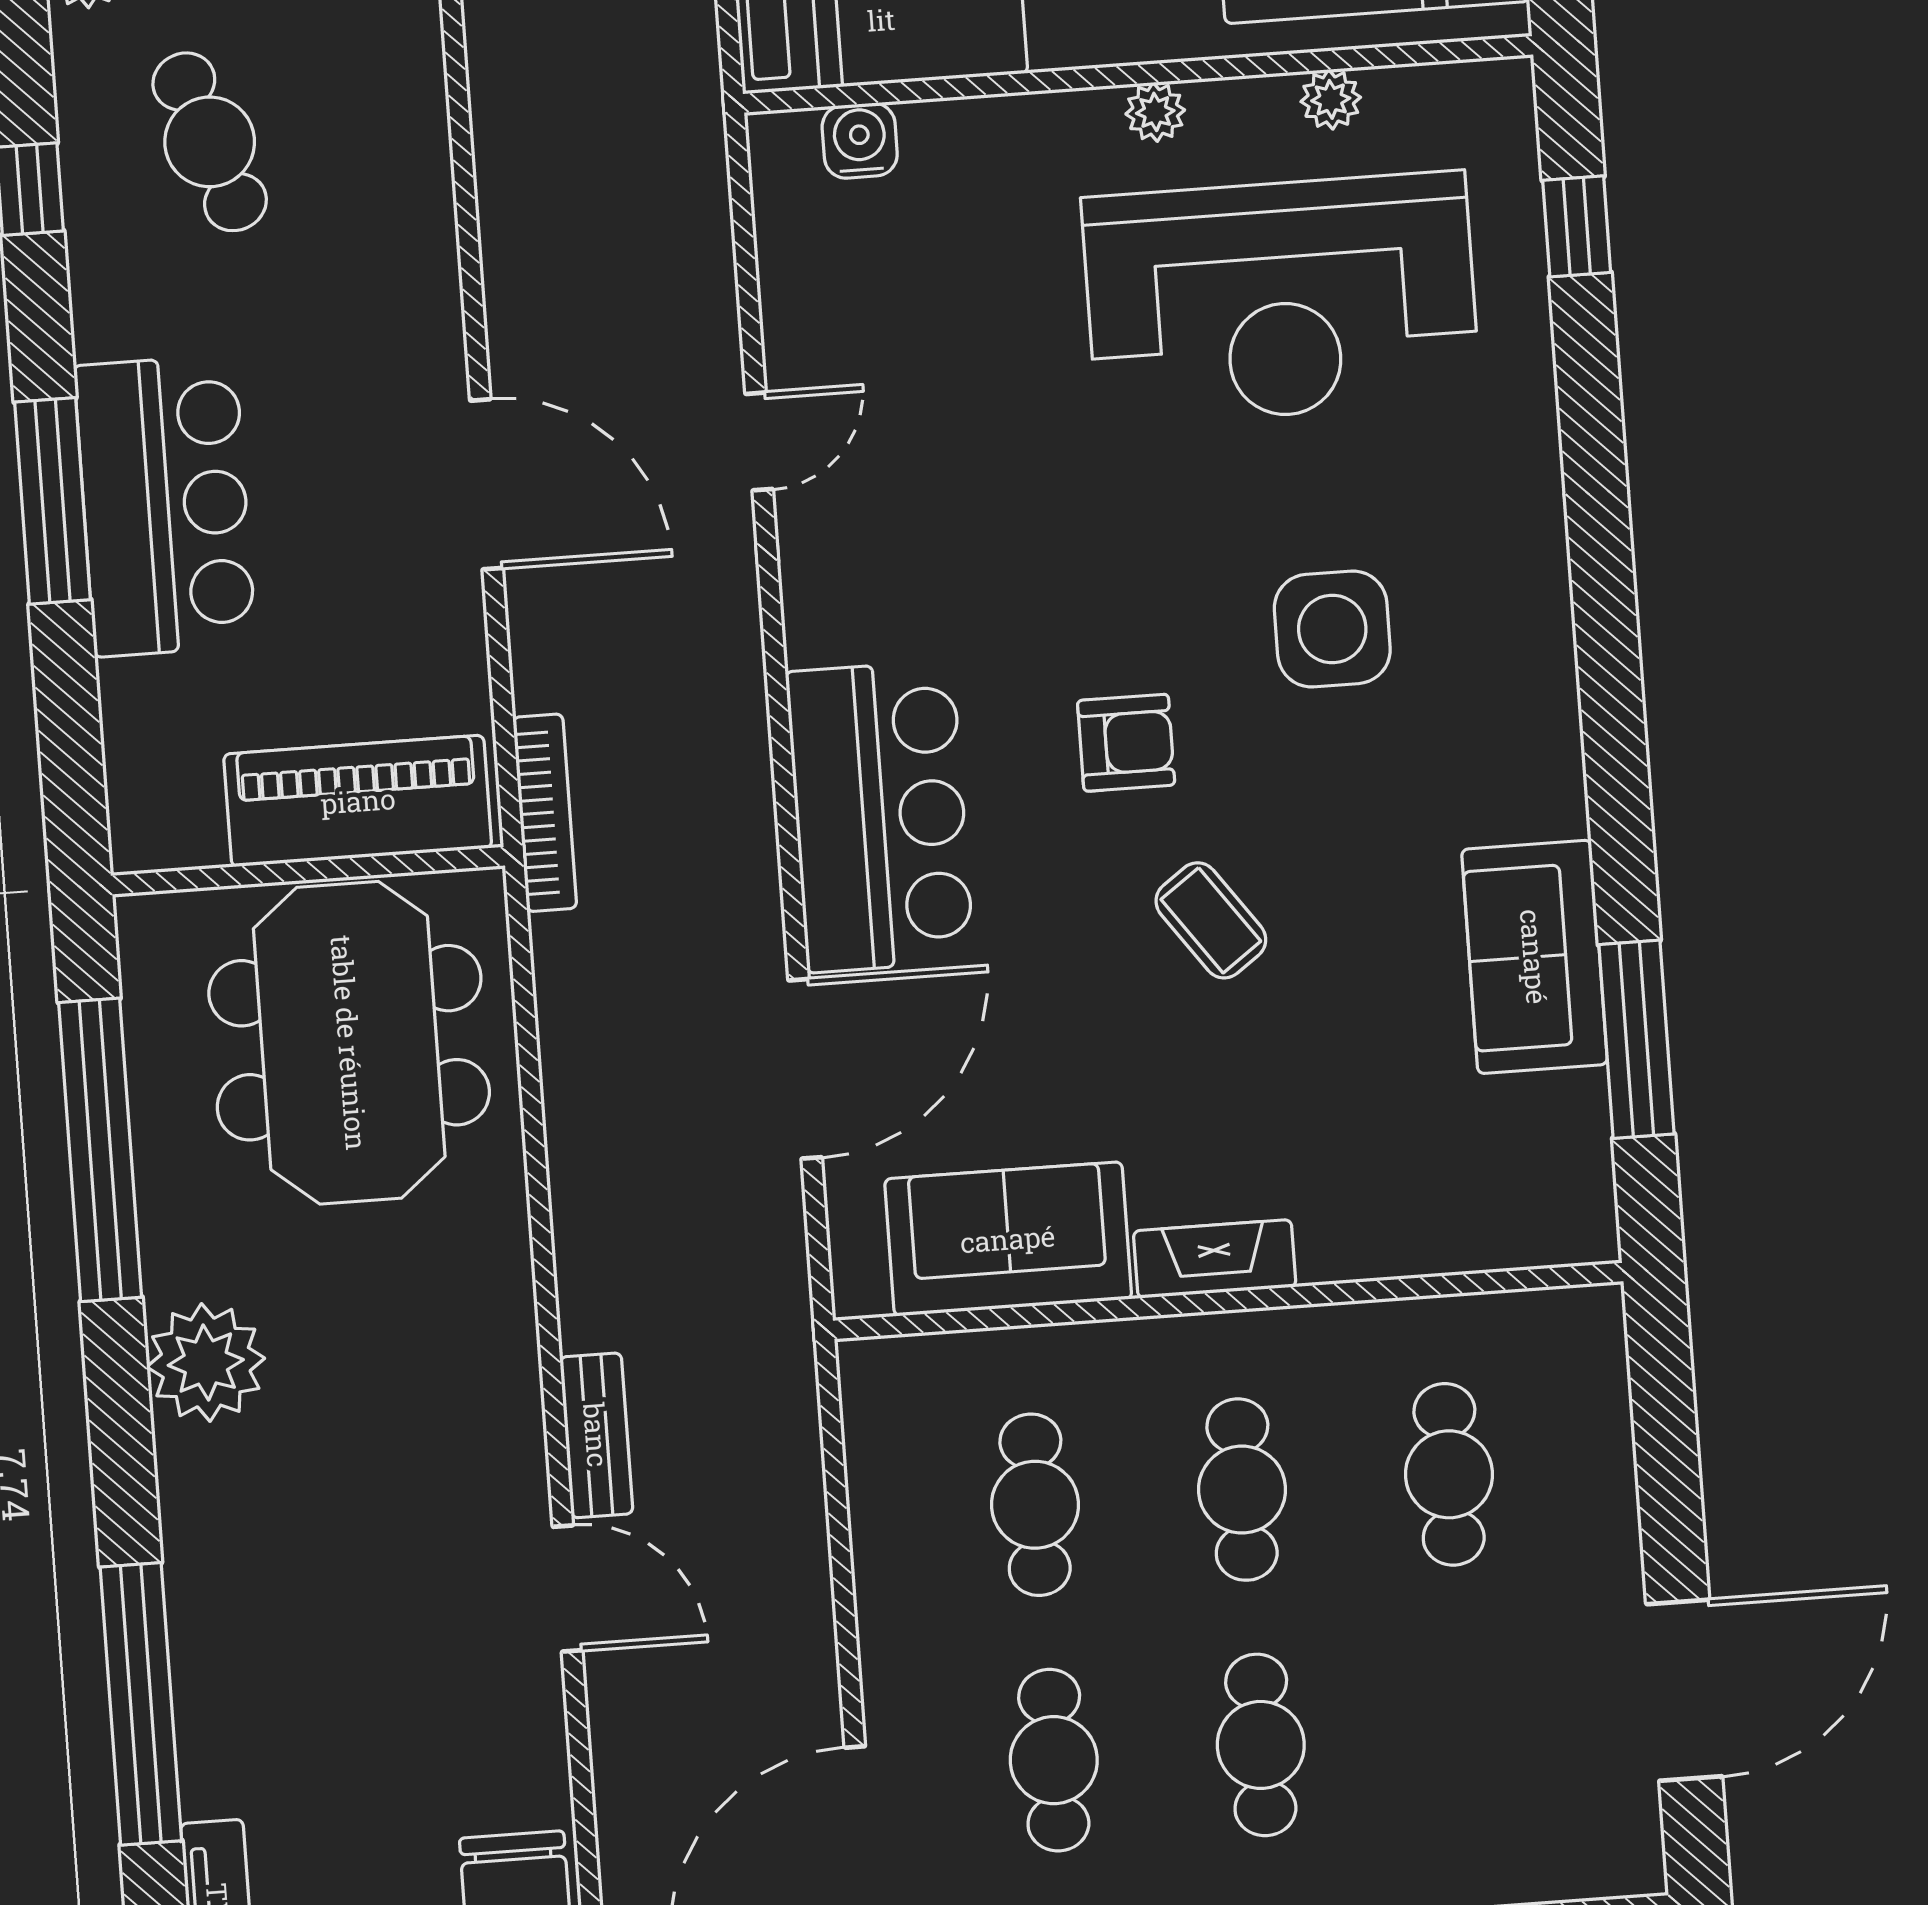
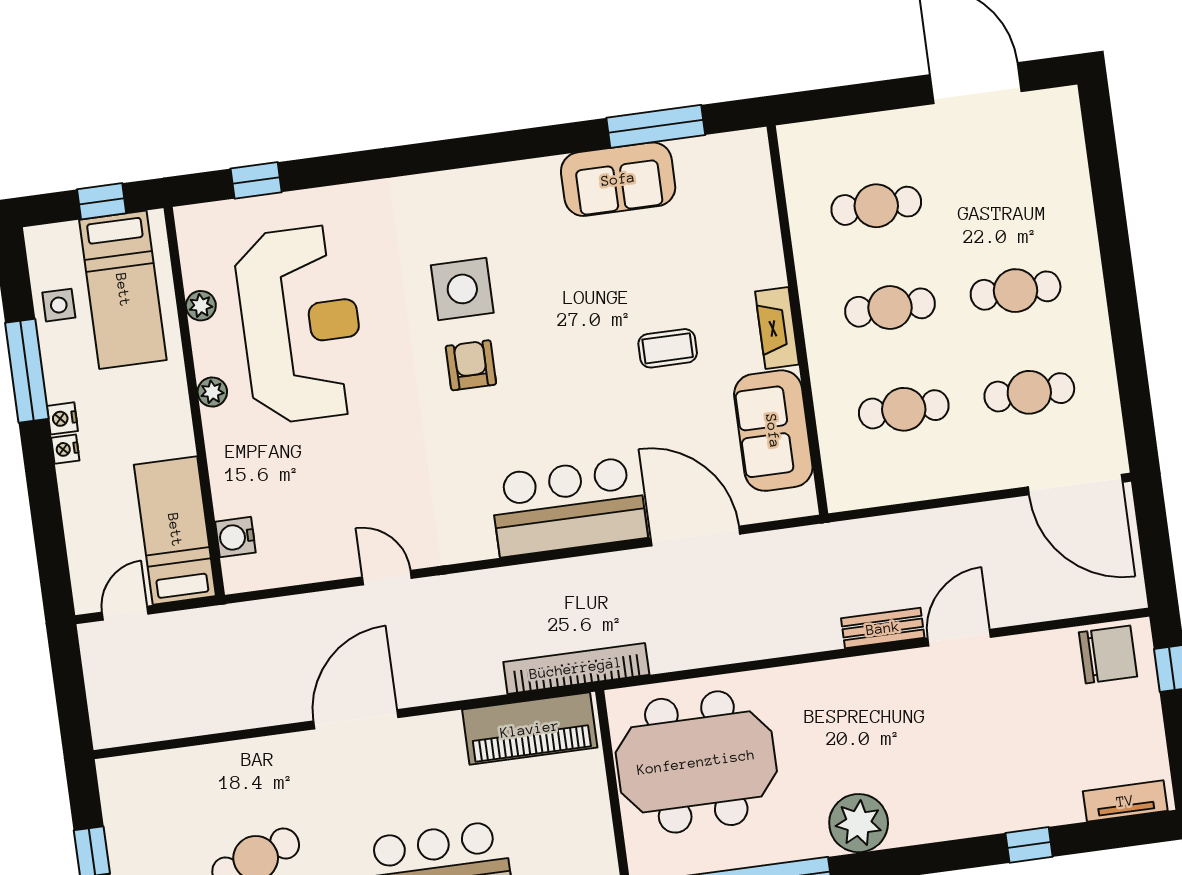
door: (486, 484) -> (356, 719), moved
armchair: (1126, 743) -> (471, 365), moved
piano: (358, 801) -> (530, 729), moved, turned -90
bookcase: (545, 813) -> (576, 668), width x1.48, depth x1.31
coffee table: (1211, 920) -> (668, 348), moved, turned 36
window: (141, 1704) -> (1029, 845), width x0.32

